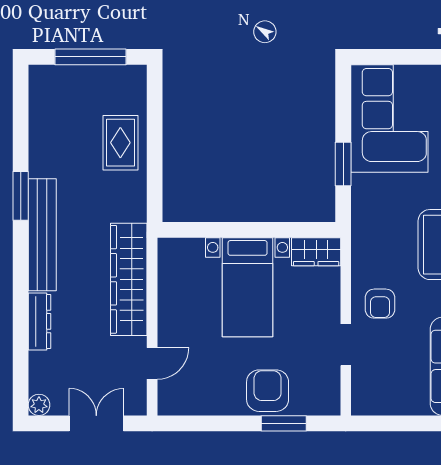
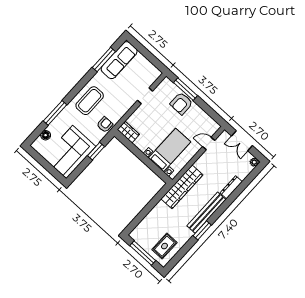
rug: (120, 143) -> (164, 246), moved
wardrobe: (129, 279) -> (182, 187), moved
bed with nightstands: (248, 287) -> (170, 150), moved
armchair: (380, 304) -> (105, 125), moved
window: (284, 423) -> (185, 89), width x1.44

